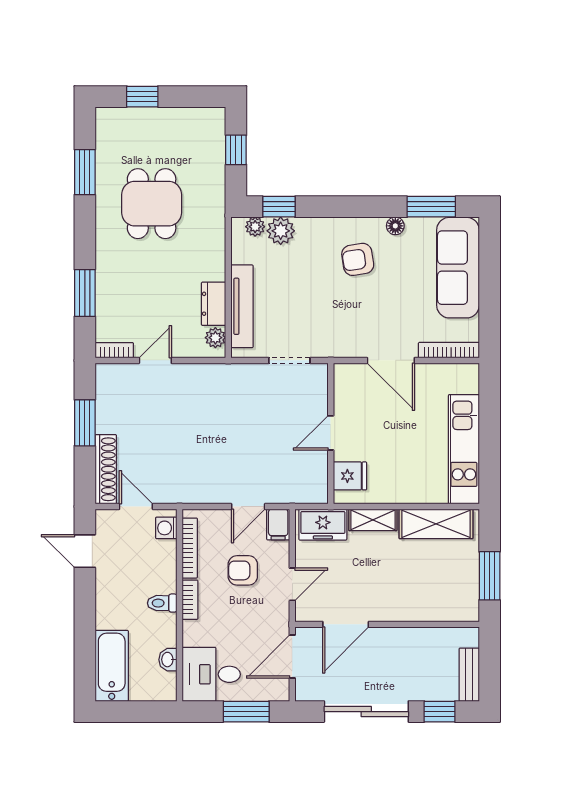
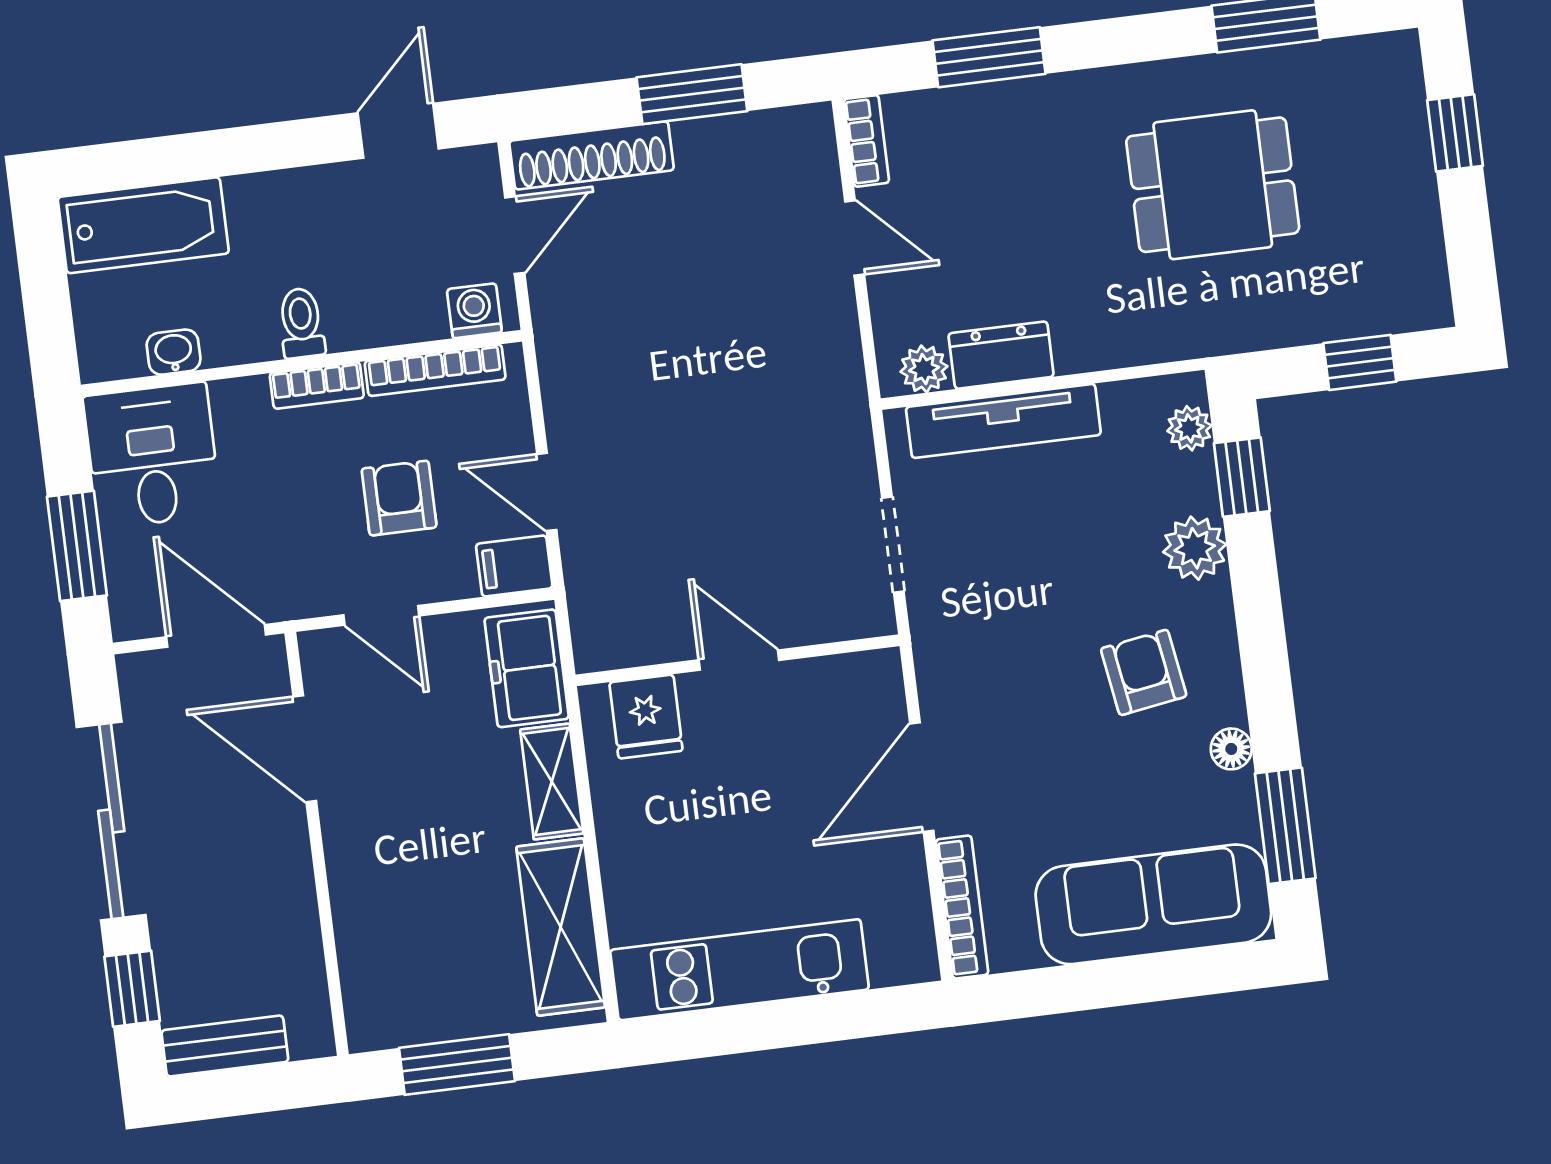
plant: (281, 231) -> (1195, 548), moved

